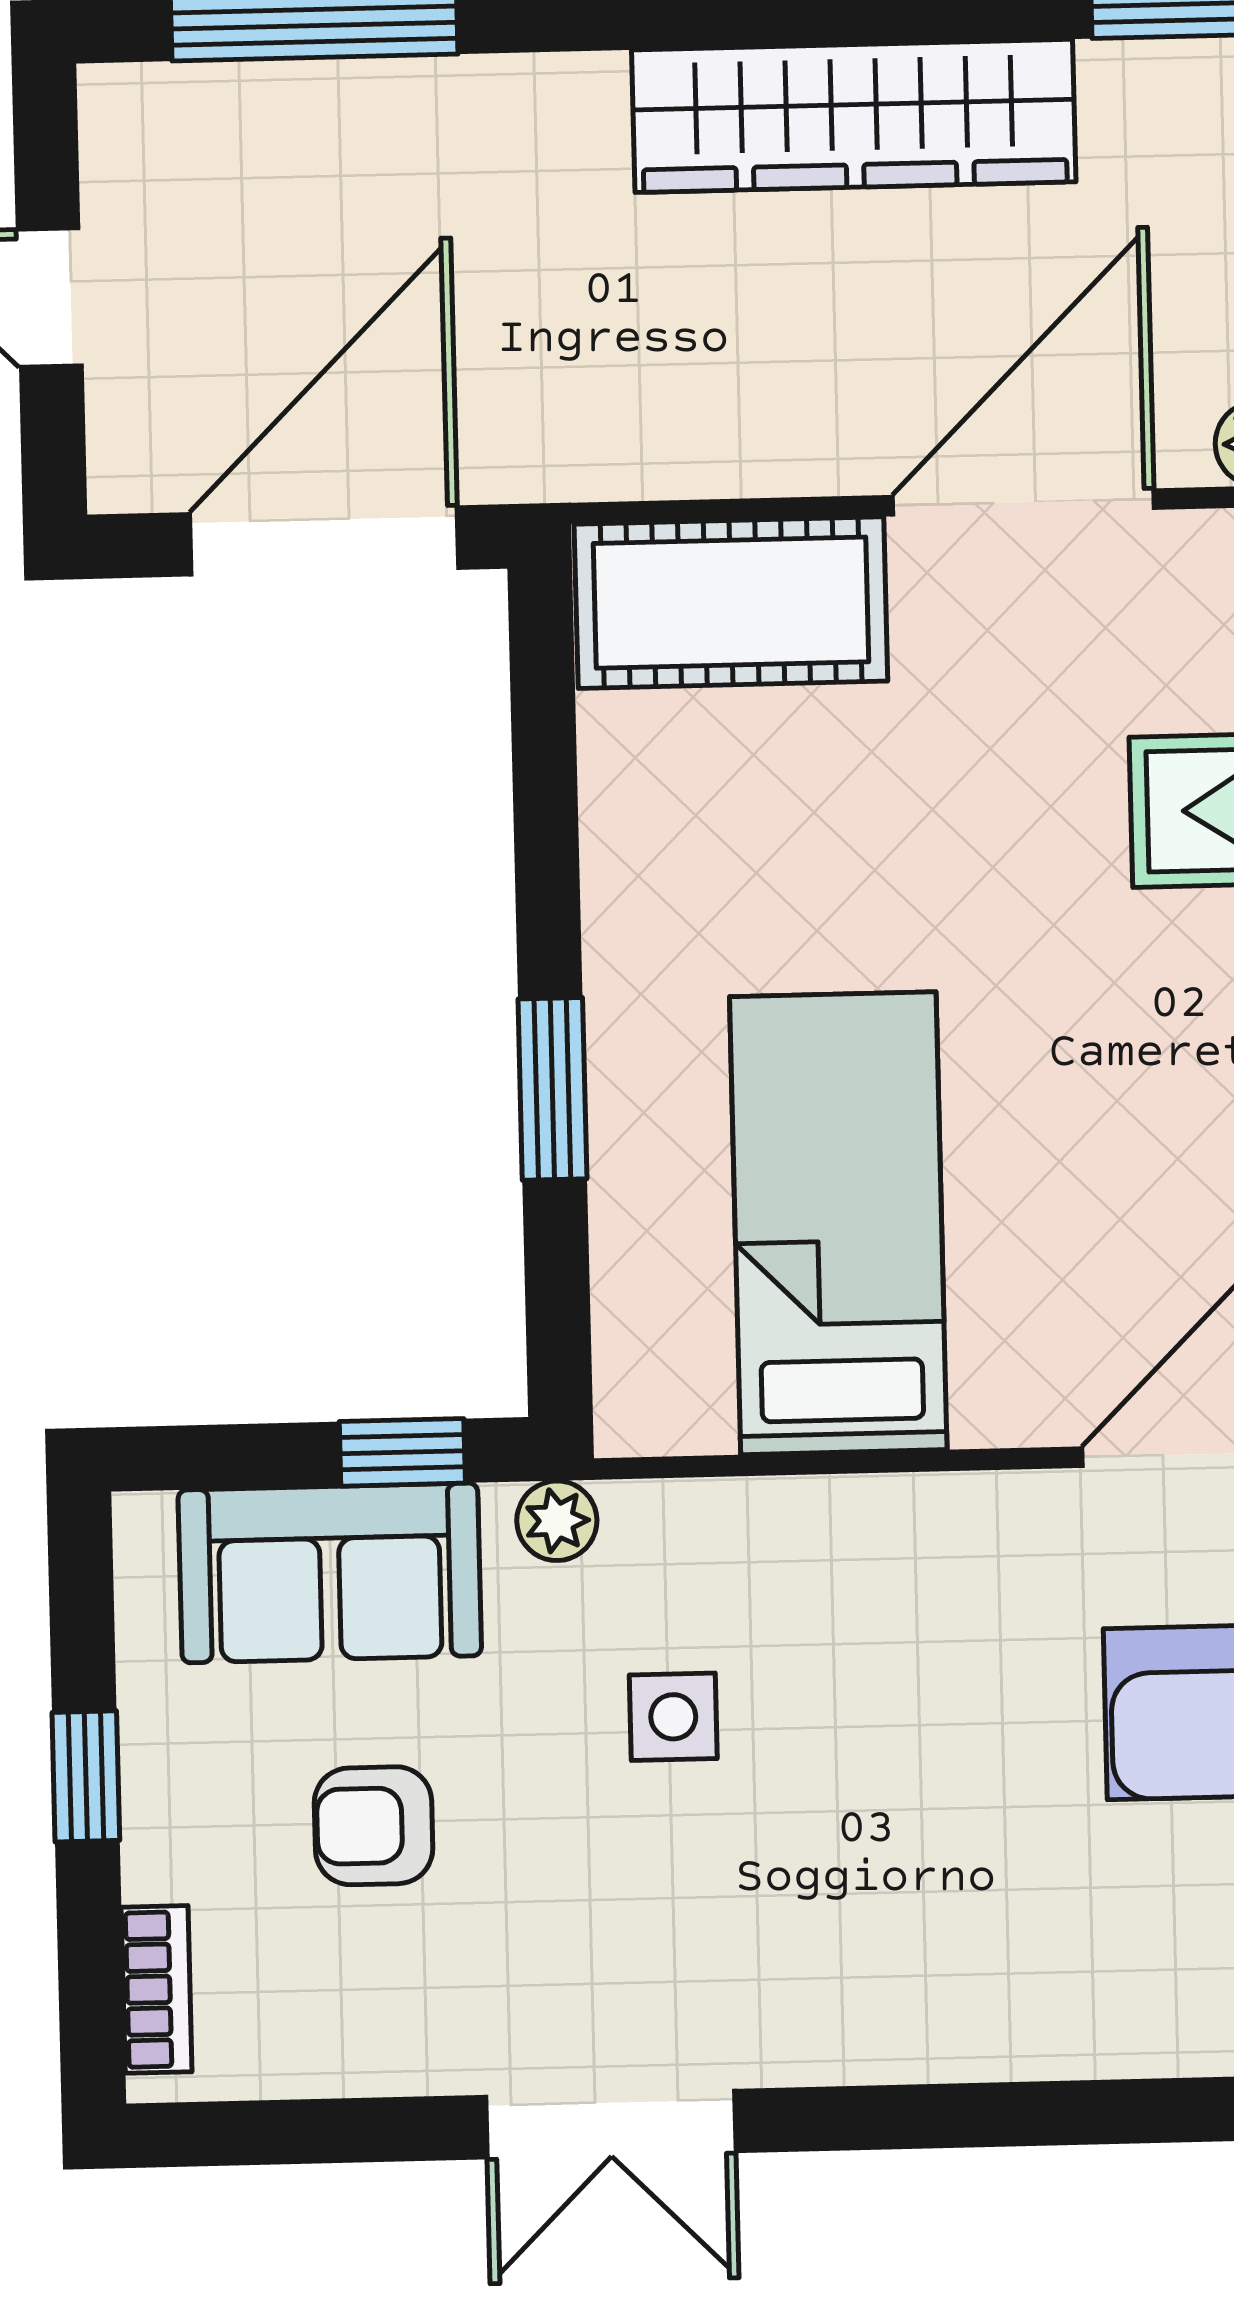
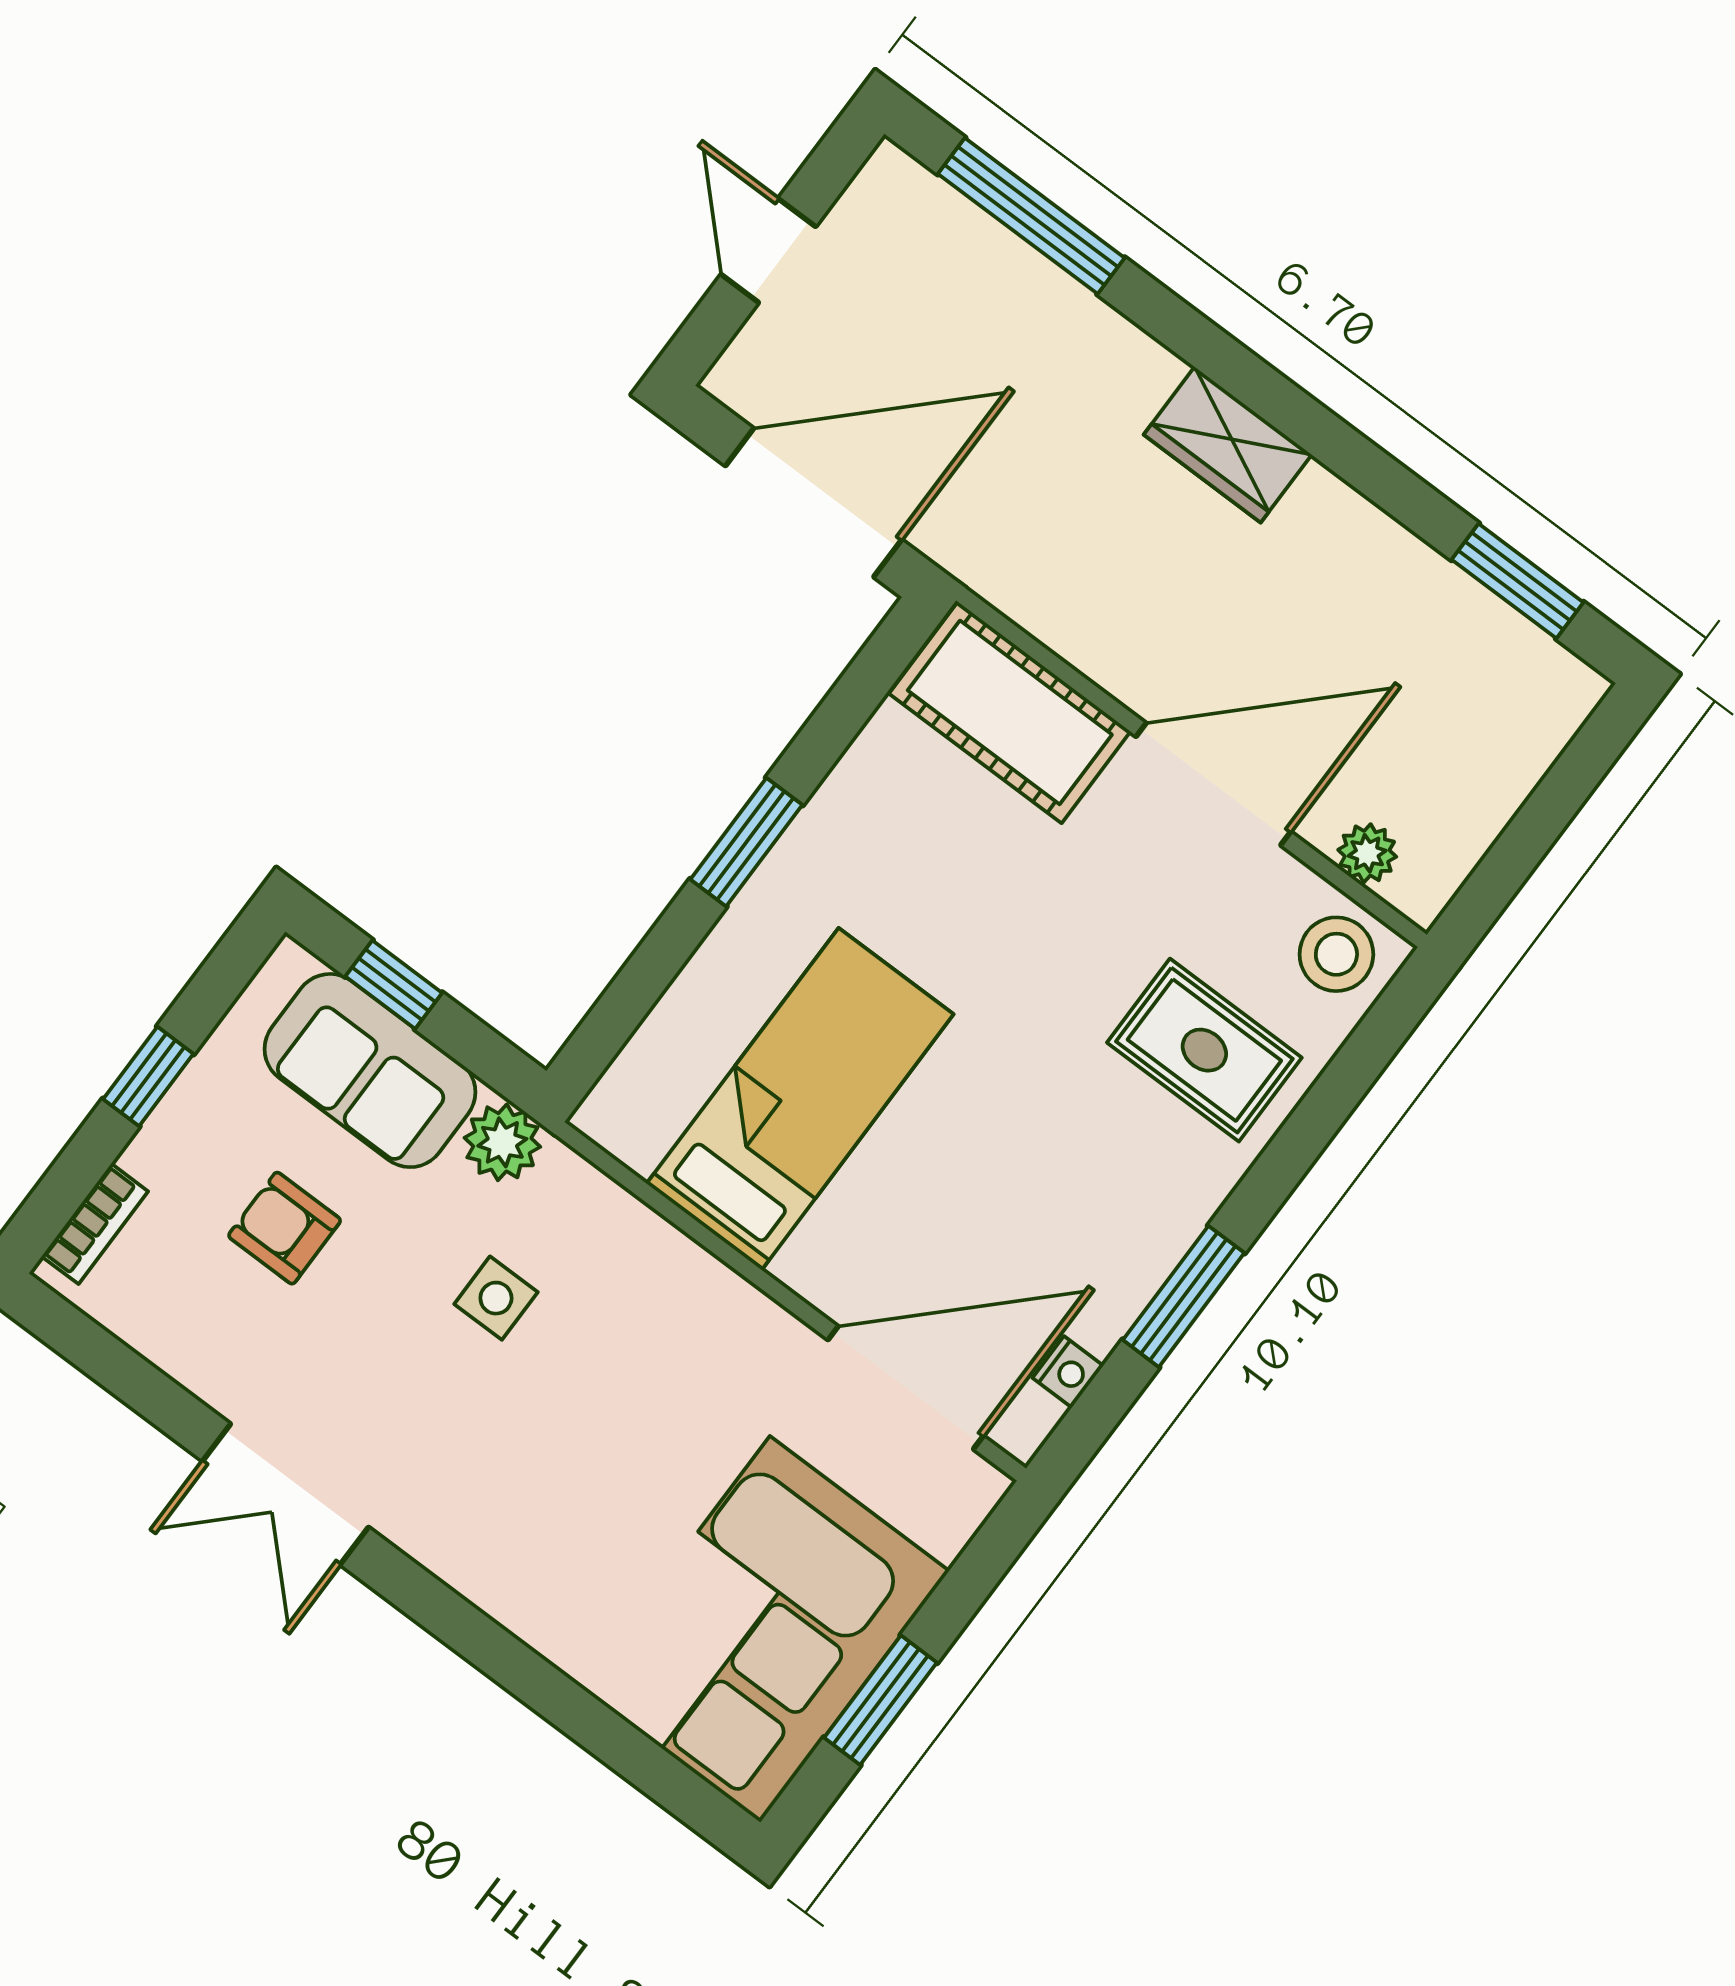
wardrobe: (854, 116) -> (1228, 445), width x0.48, depth x0.85
window: (552, 1089) -> (746, 842), moved
window: (402, 1452) -> (394, 985), moved
plant: (557, 1521) -> (502, 1142), width x1.38, depth x1.38

